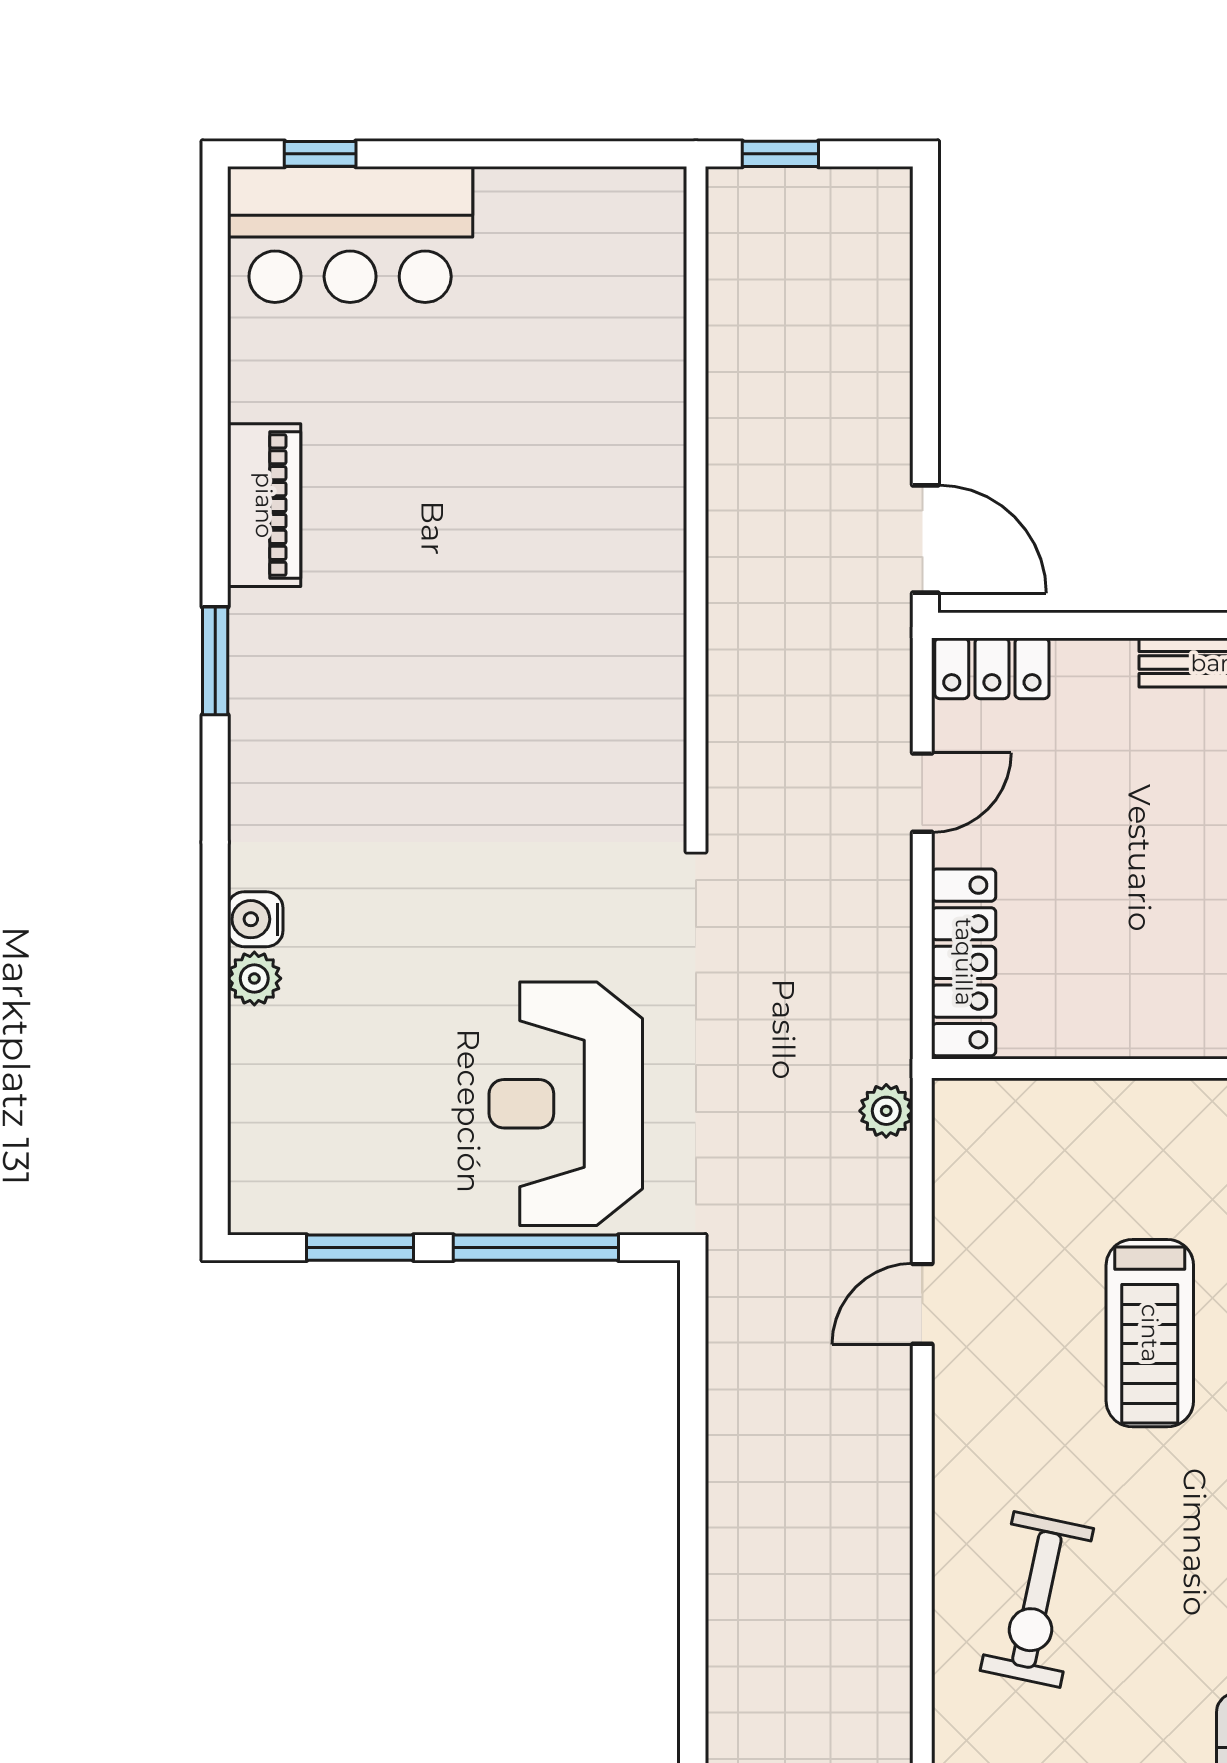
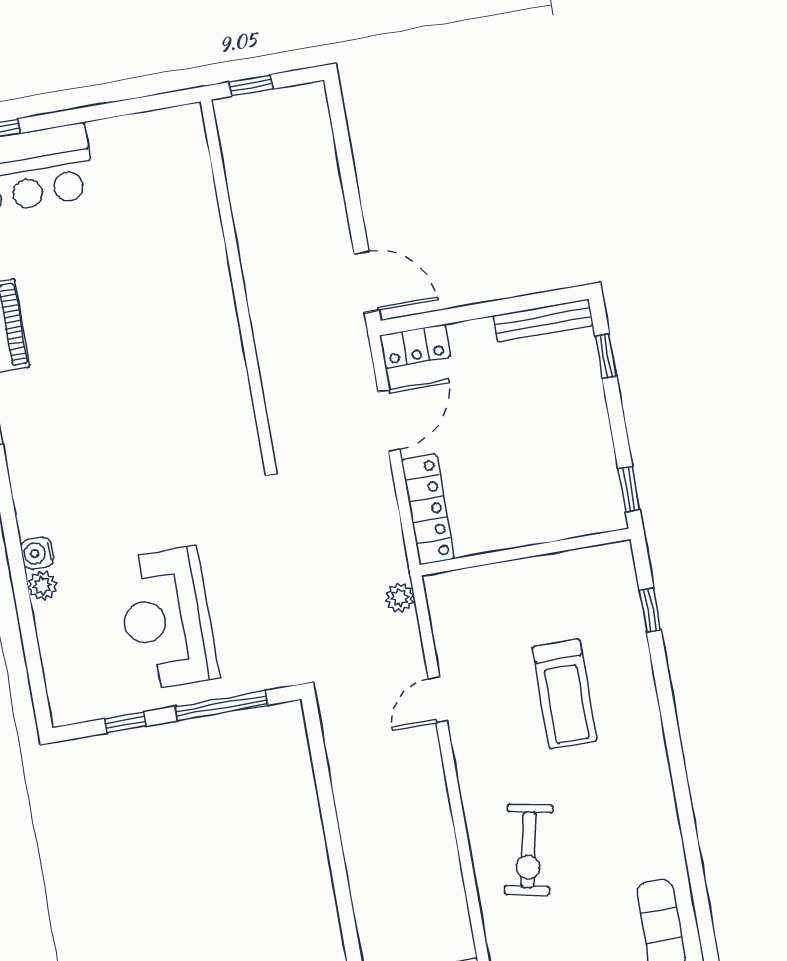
door: (922, 793) -> (389, 421), width x1.37
reception desk: (566, 1104) -> (167, 618), moved
window: (360, 1248) -> (126, 722), width x0.67

